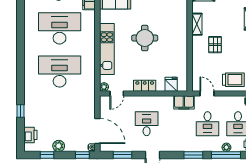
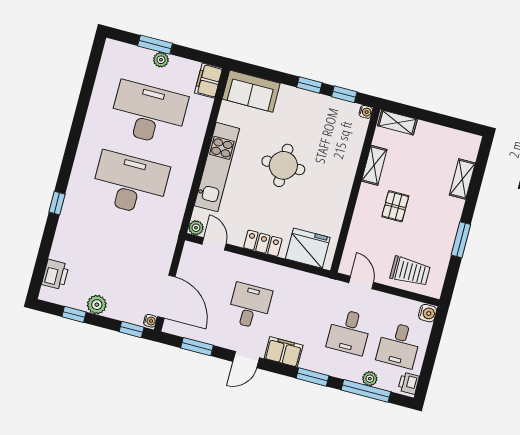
fridge: (171, 84) -> (308, 248), width x1.88, depth x1.34
door: (117, 93) -> (214, 244), swing flipped
filing cabinet: (184, 102) -> (284, 352), moved, turned 180
window: (21, 111) -> (57, 203), moved

